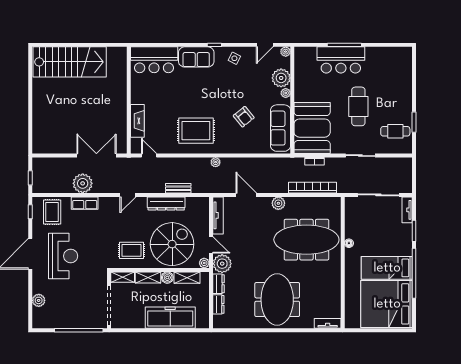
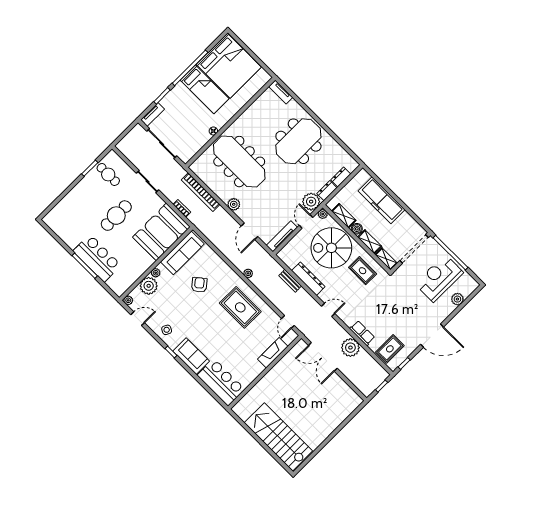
reception desk: (63, 256) -> (439, 278), moved

